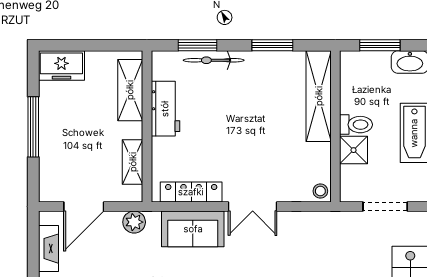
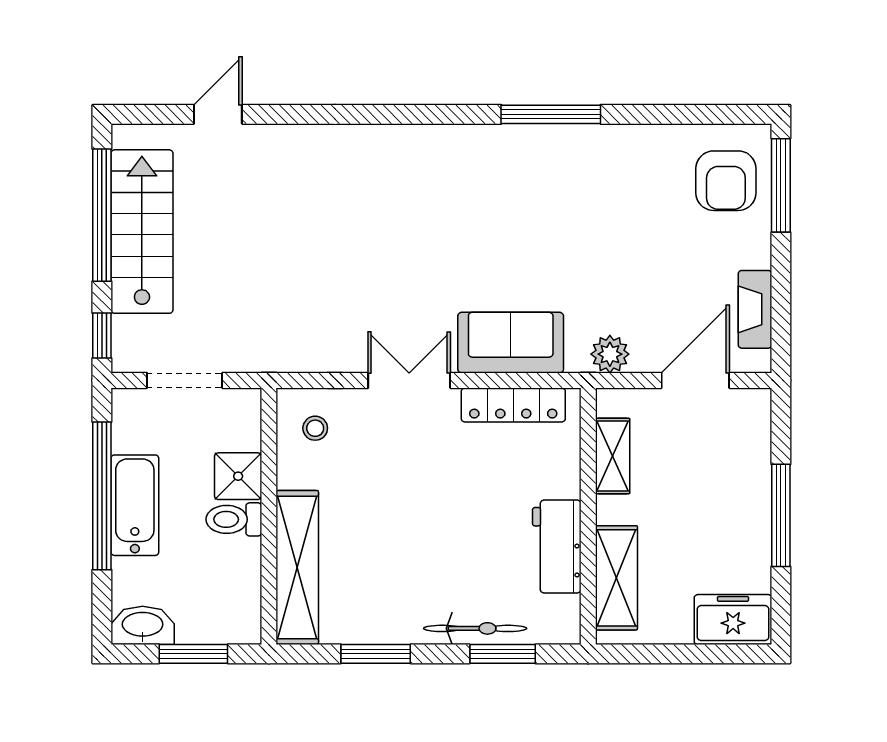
stool: (320, 191) -> (315, 428), moved

